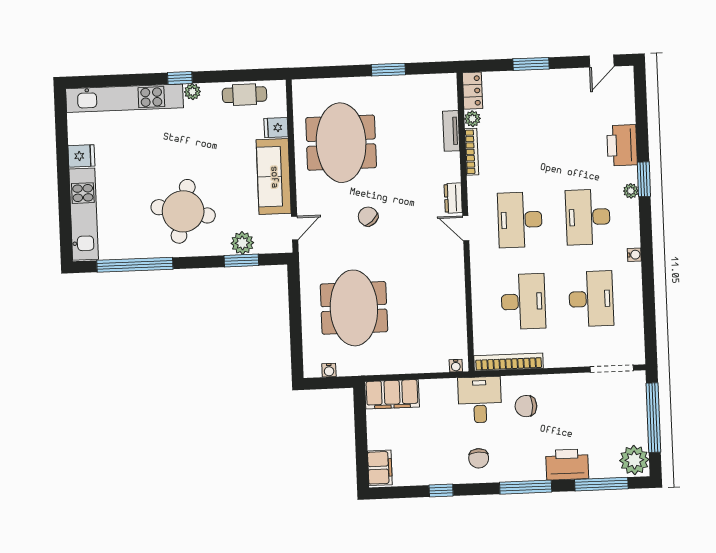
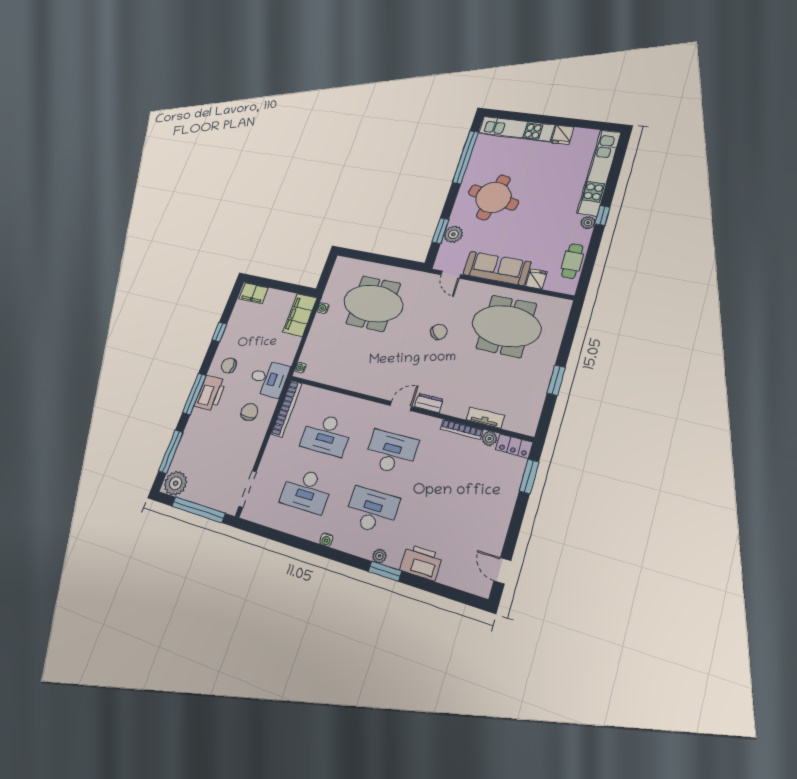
window: (531, 64) -> (529, 476), moved
water cooler: (329, 370) -> (323, 308), moved
printer: (567, 465) -> (210, 393), moved

